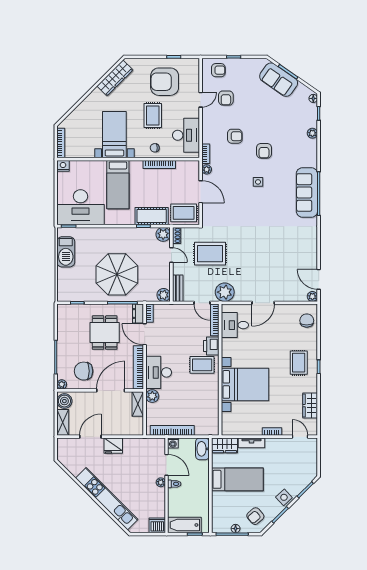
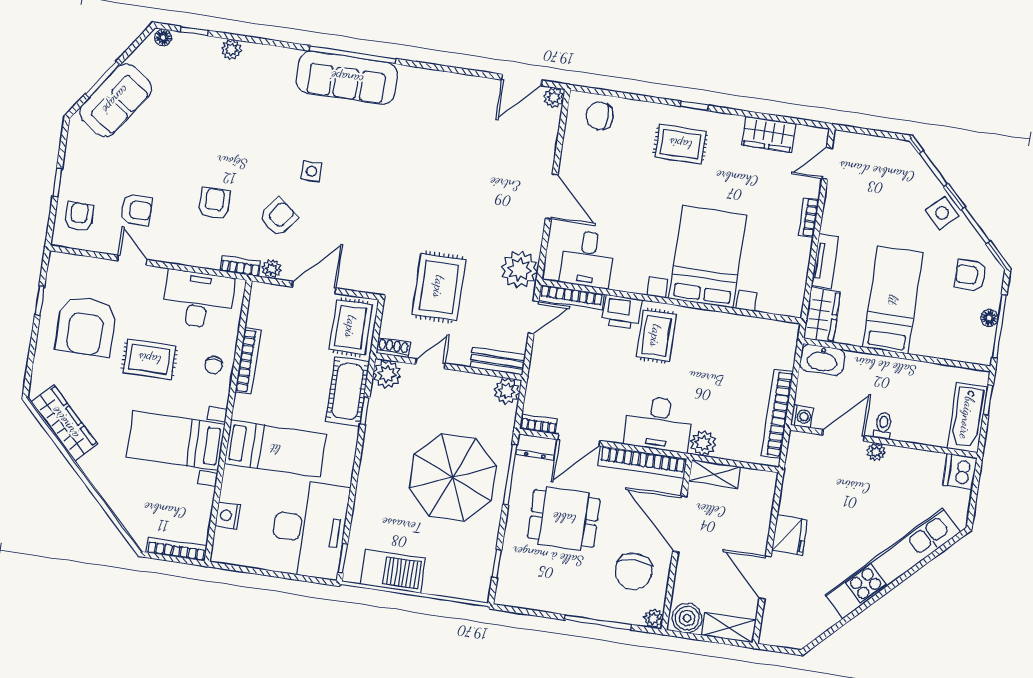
armchair: (264, 151) -> (278, 217), moved, turned -52
nightstand: (63, 166) -> (228, 516), moved
armchair: (255, 516) -> (971, 275), turned 131

